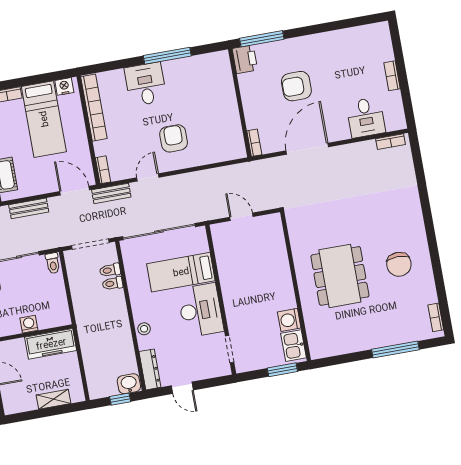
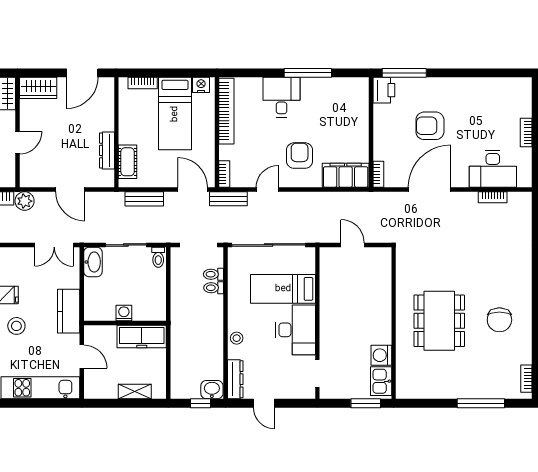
desk: (366, 117) -> (493, 169), width x1.37
bookcase: (391, 142) -> (493, 197), moved
filing cabinet: (222, 150) -> (346, 175), added

